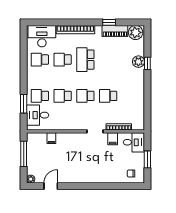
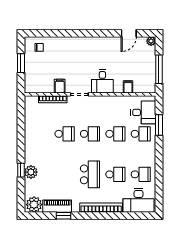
desk: (134, 142) -> (102, 81), moved, turned -90

